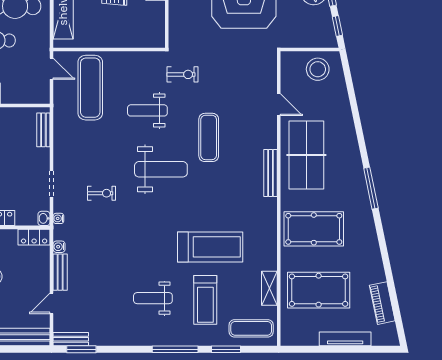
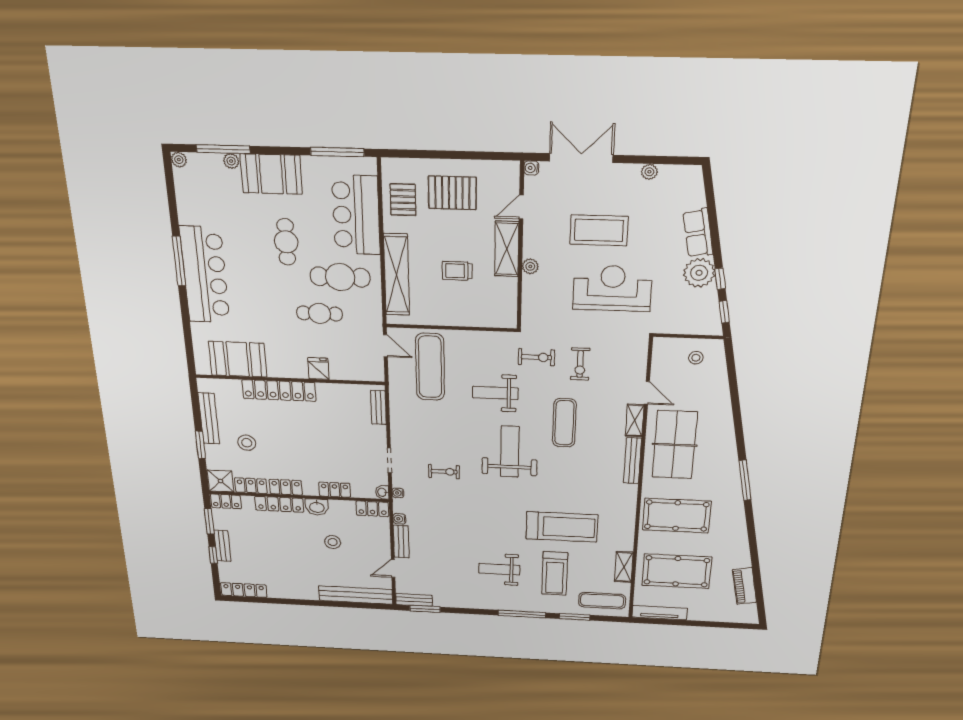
stool: (318, 69) -> (696, 358), width x0.53, depth x0.53
exercise bike: (220, 79) -> (580, 364), added
shelving: (270, 132) -> (635, 420), added
weight bench: (161, 169) -> (510, 452), turned -90
tv unit: (345, 339) -> (660, 613), moved

